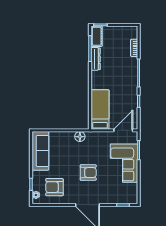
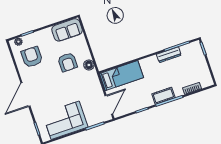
cot: (97, 36) -> (163, 96), moved
door: (123, 130) -> (109, 105), hinge flipped
sofa: (40, 151) -> (67, 30), width x0.73
corner sofa: (124, 163) -> (65, 120), moved
armchair: (88, 173) -> (68, 62), moved

